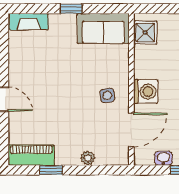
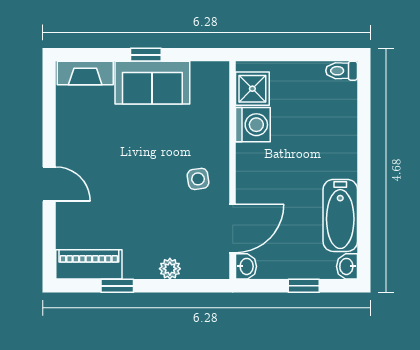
sofa: (103, 28) -> (152, 83), moved
washing machine: (146, 92) -> (253, 125), moved
washbasin: (163, 158) -> (246, 266), moved, turned 90

